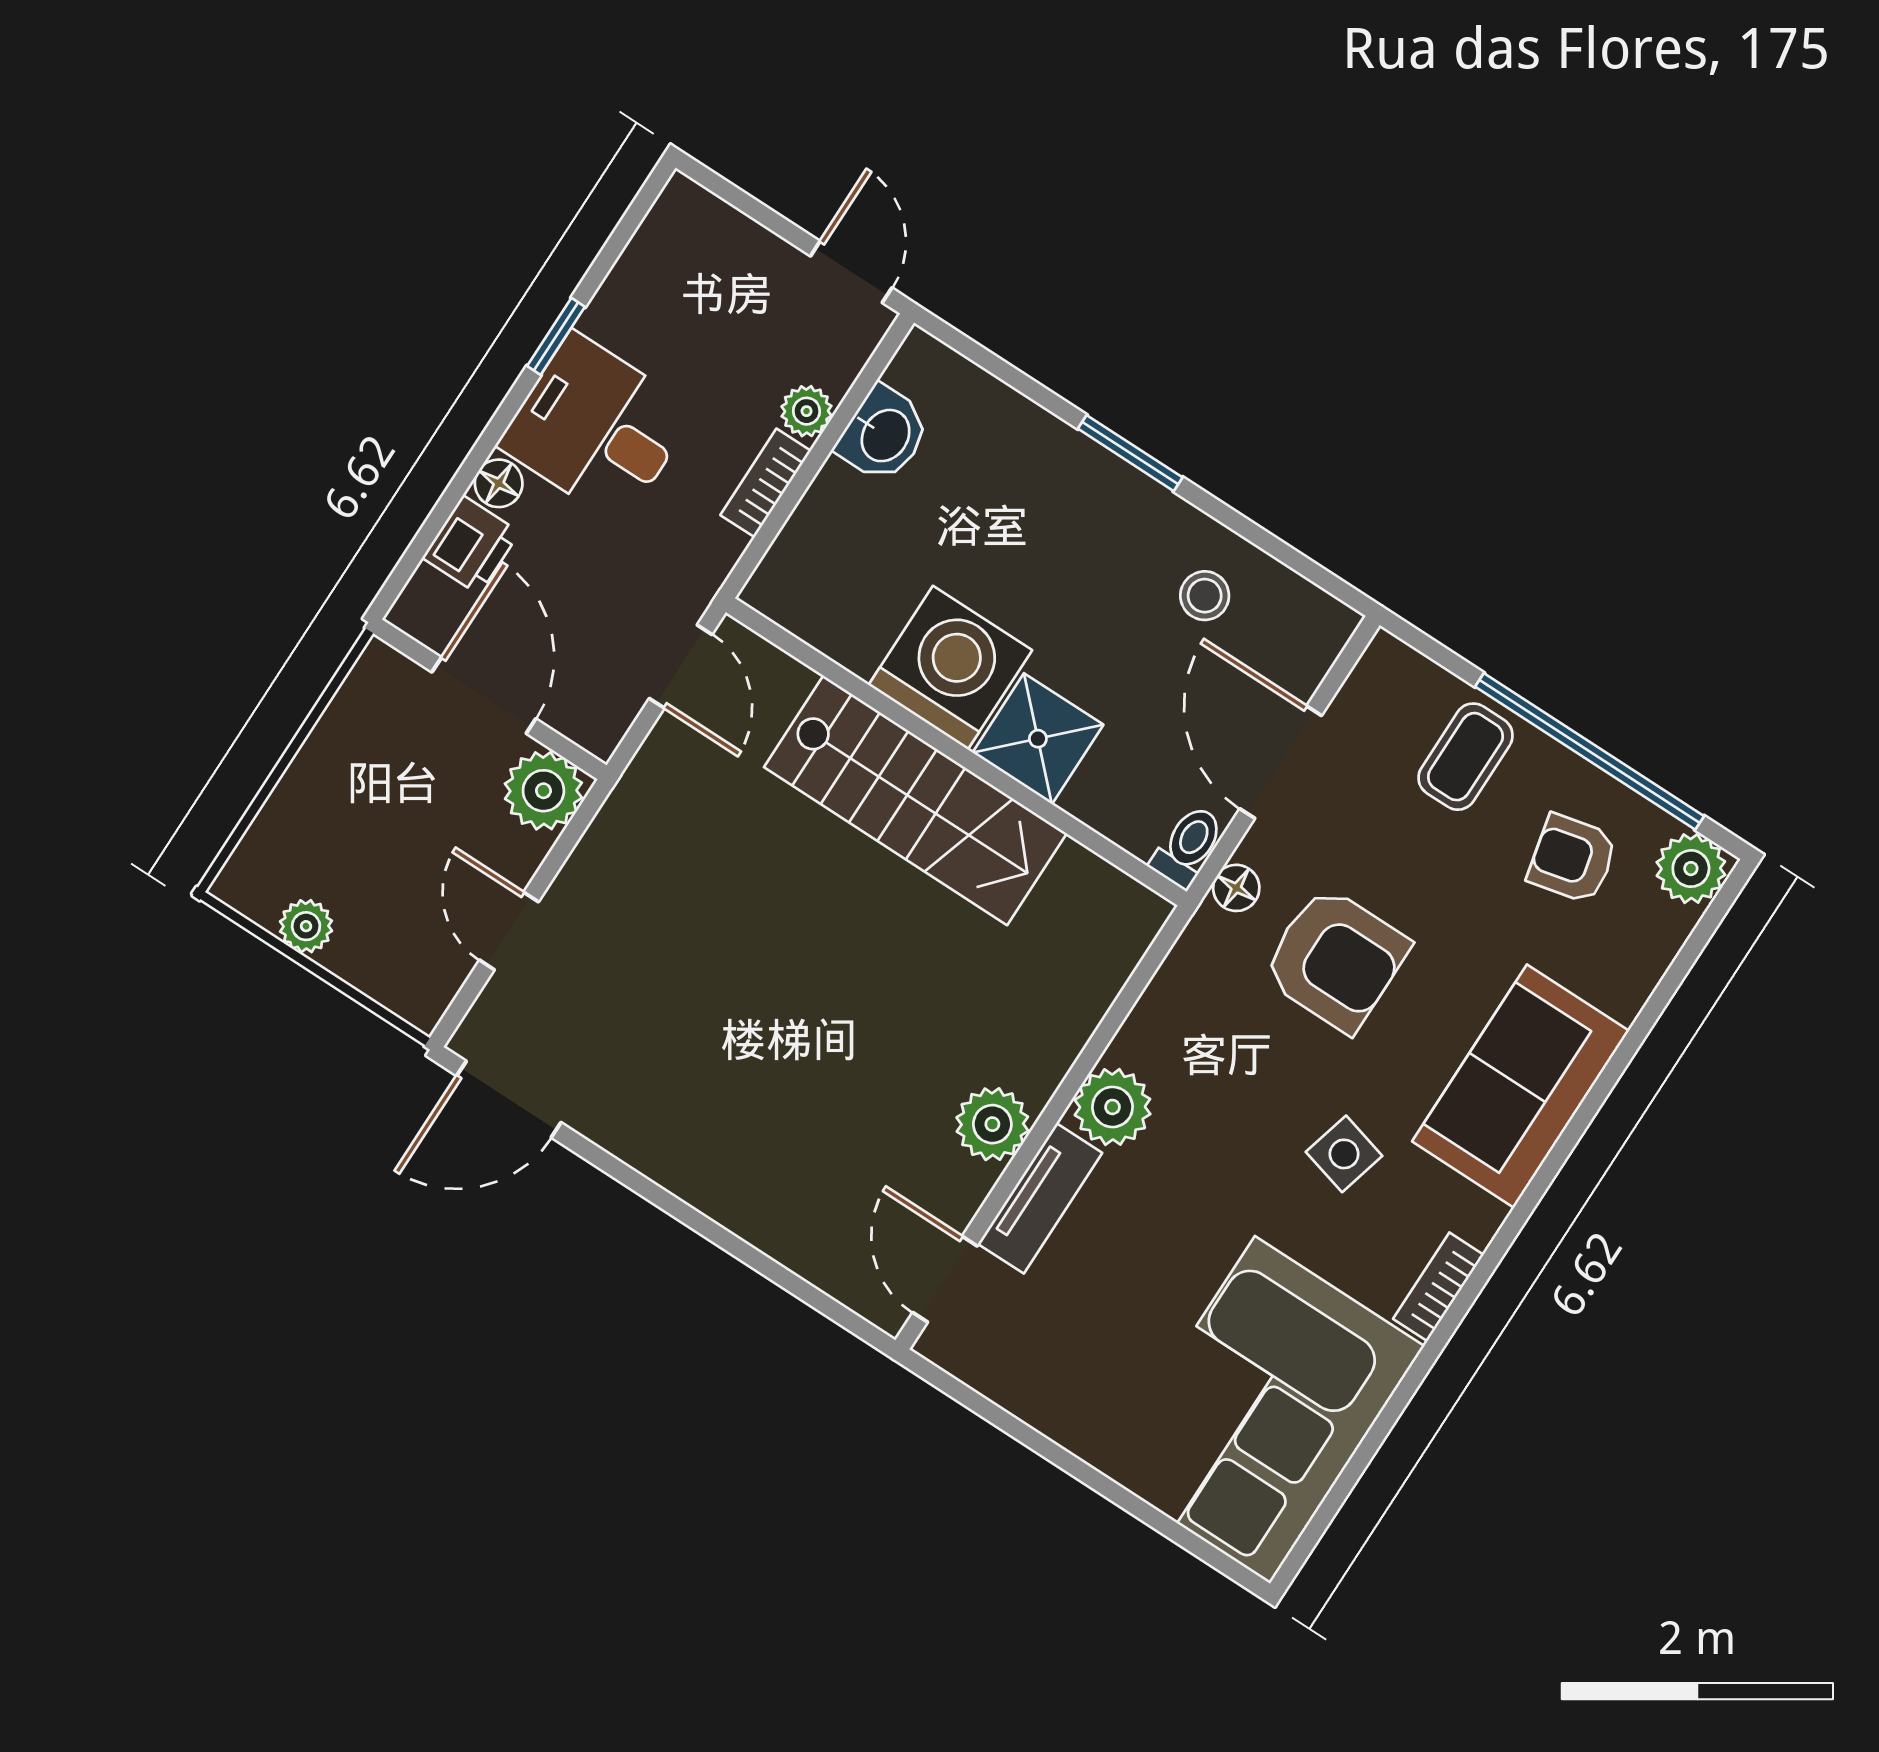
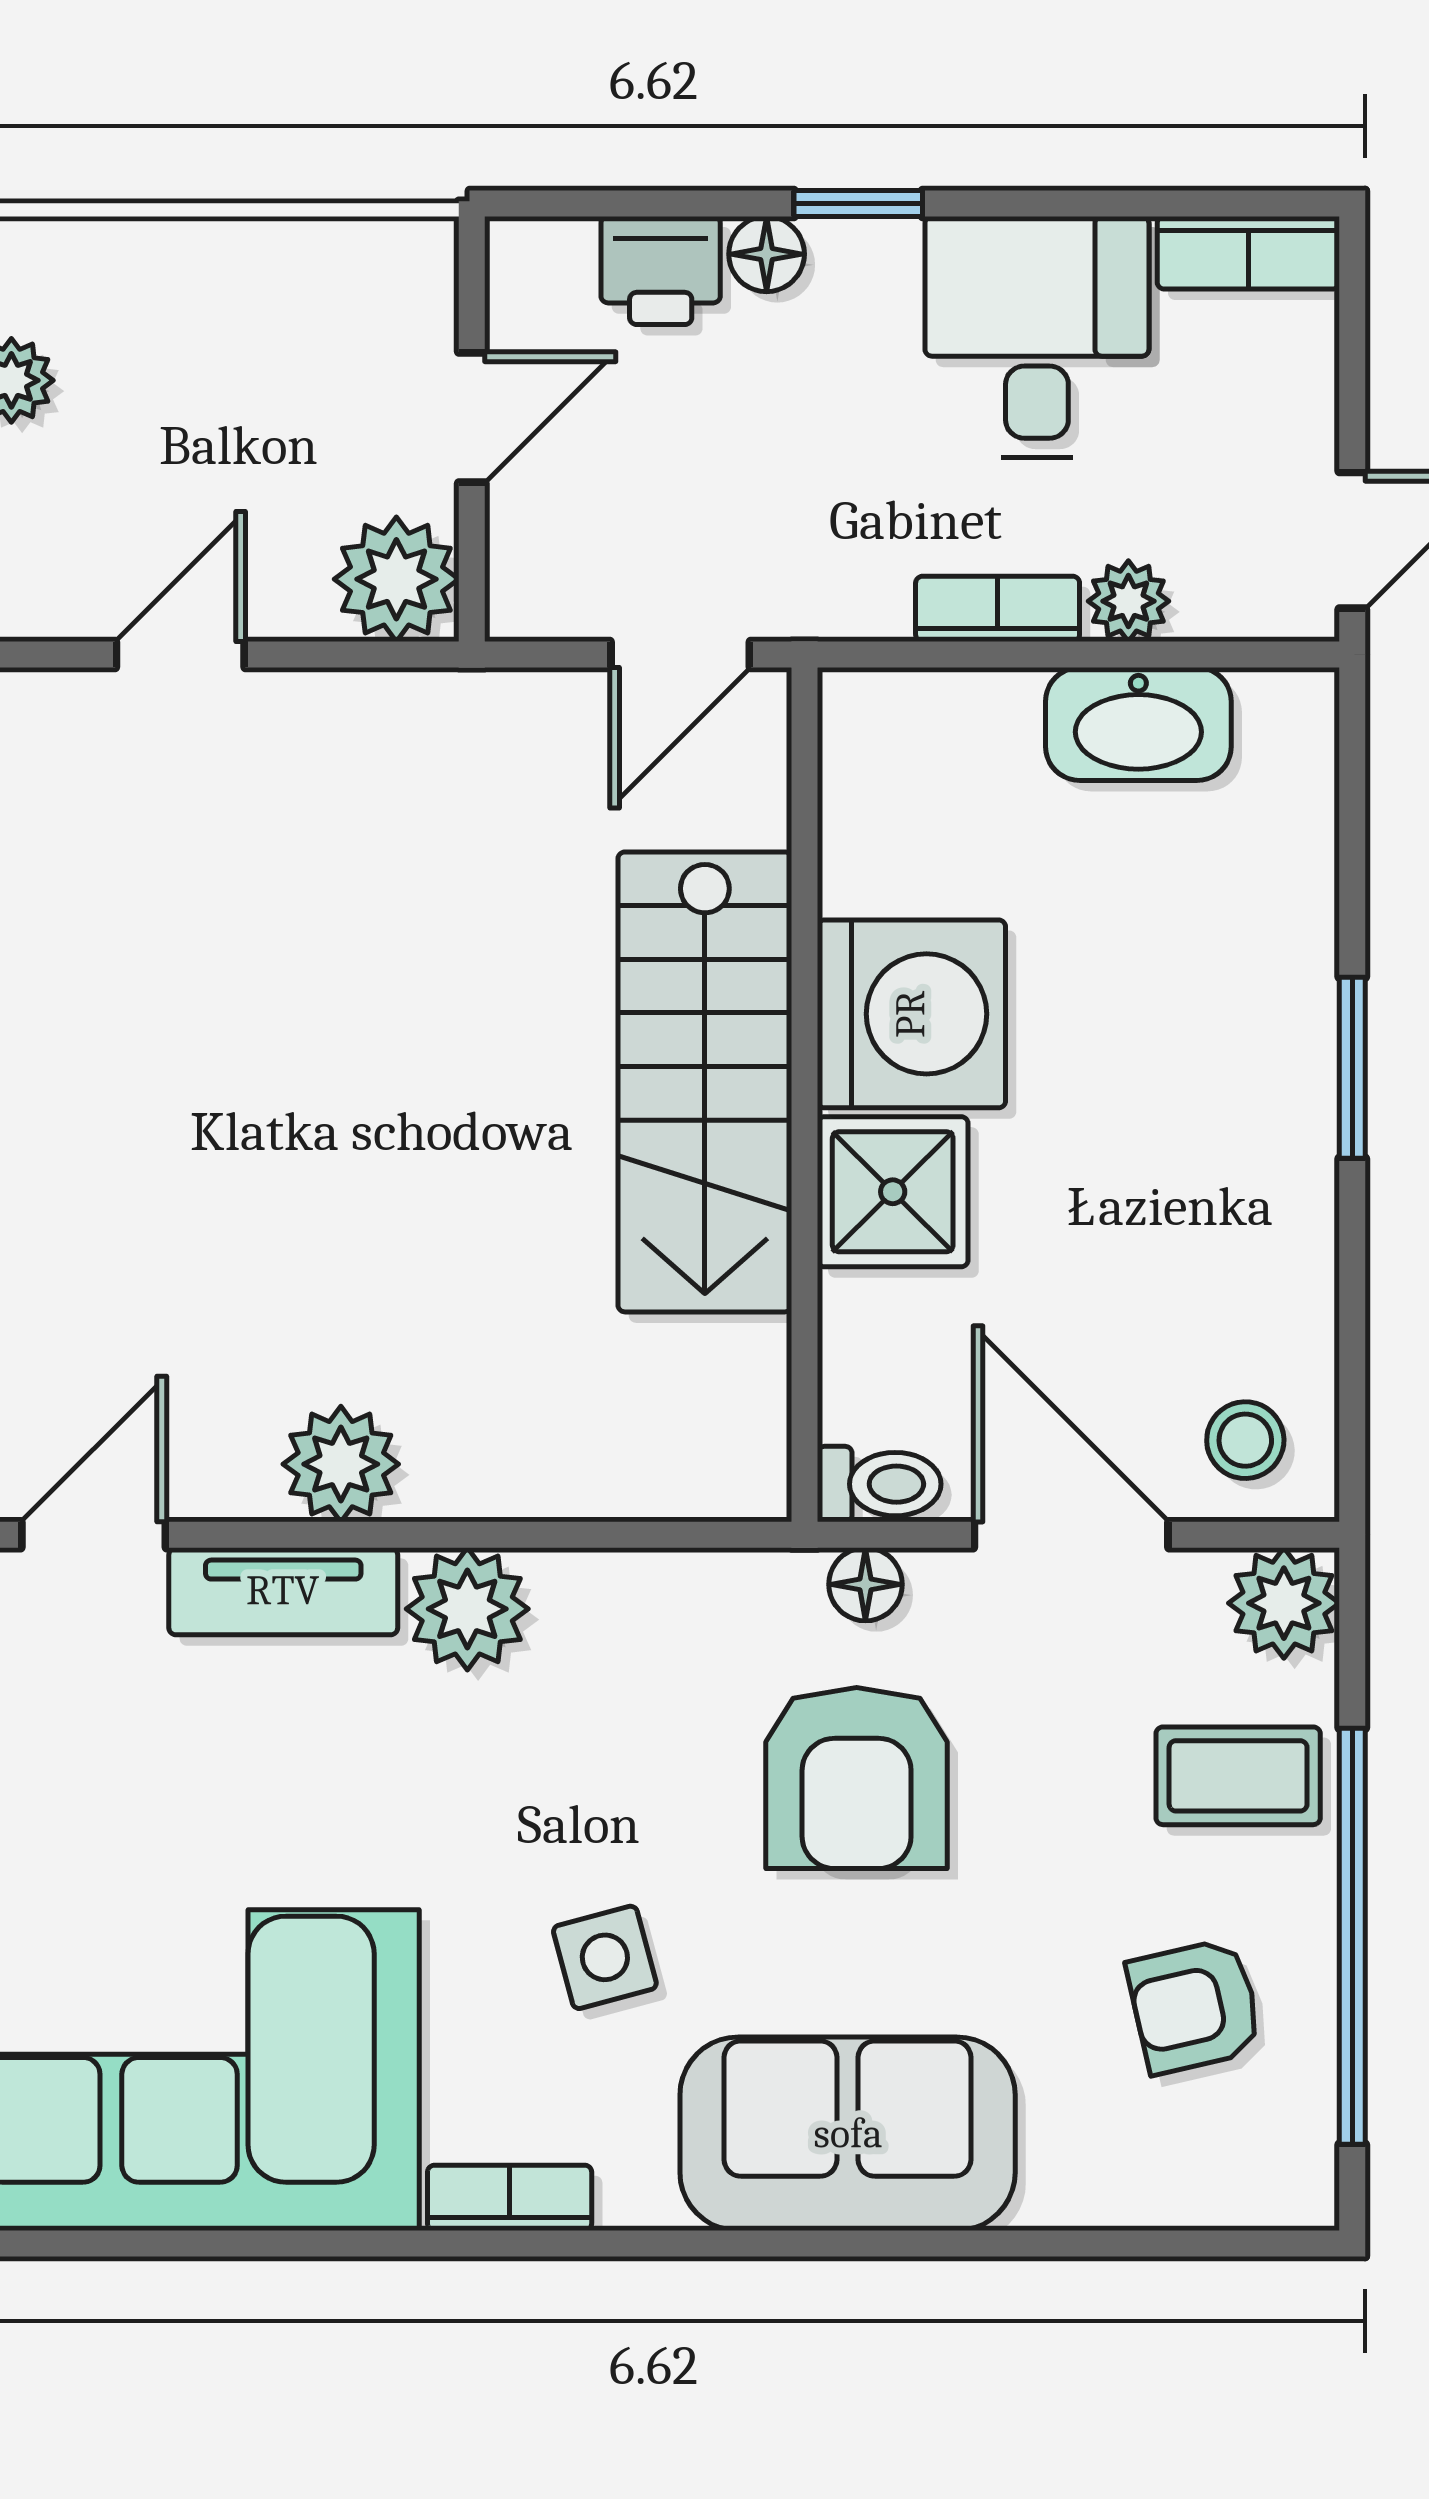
bookcase: (663, 228) -> (1248, 253), added
window: (556, 336) -> (858, 203), moved
desk: (597, 428) -> (1037, 337), moved
washbasin: (884, 434) -> (1138, 724), width x1.38
stool: (1205, 596) -> (1245, 1440), moved
door: (484, 695) -> (472, 418), width x0.73
door: (1281, 762) -> (1071, 1535), hinge flipped
armchair: (1572, 859) -> (1195, 2006), turned -90
plant: (1691, 869) -> (1284, 1603), moved
side table: (1344, 1154) -> (605, 1957), turned -30

